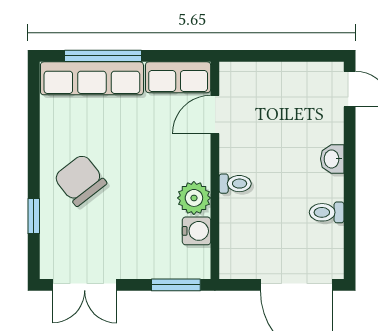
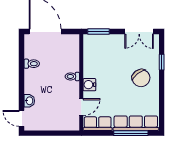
washbasin: (332, 159) -> (29, 101), moved
plant: (194, 198) -> (91, 70), removed
water cooler: (196, 231) -> (89, 85), moved
double door: (85, 285) -> (139, 32), swing flipped

